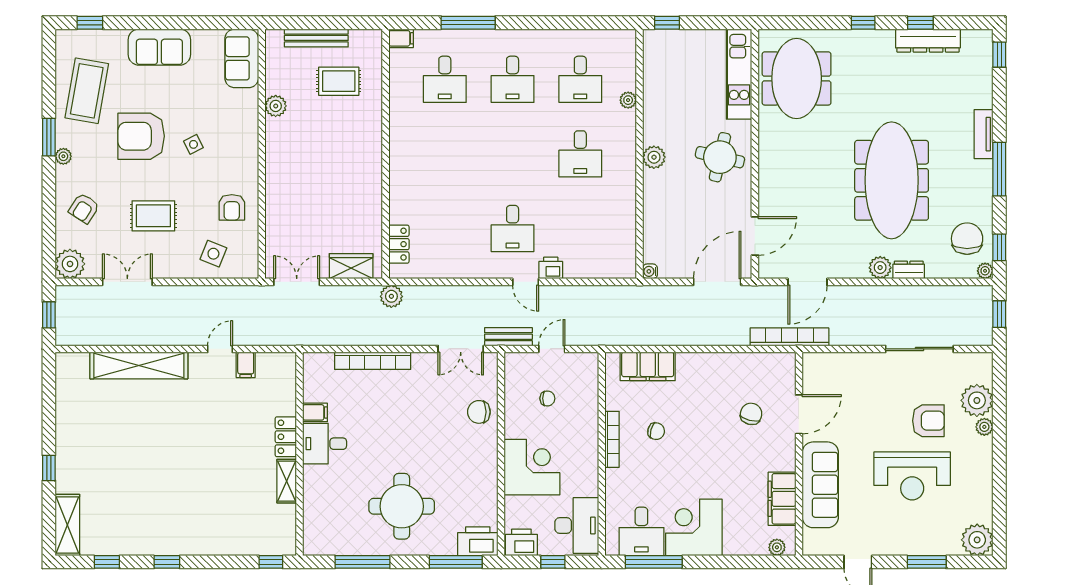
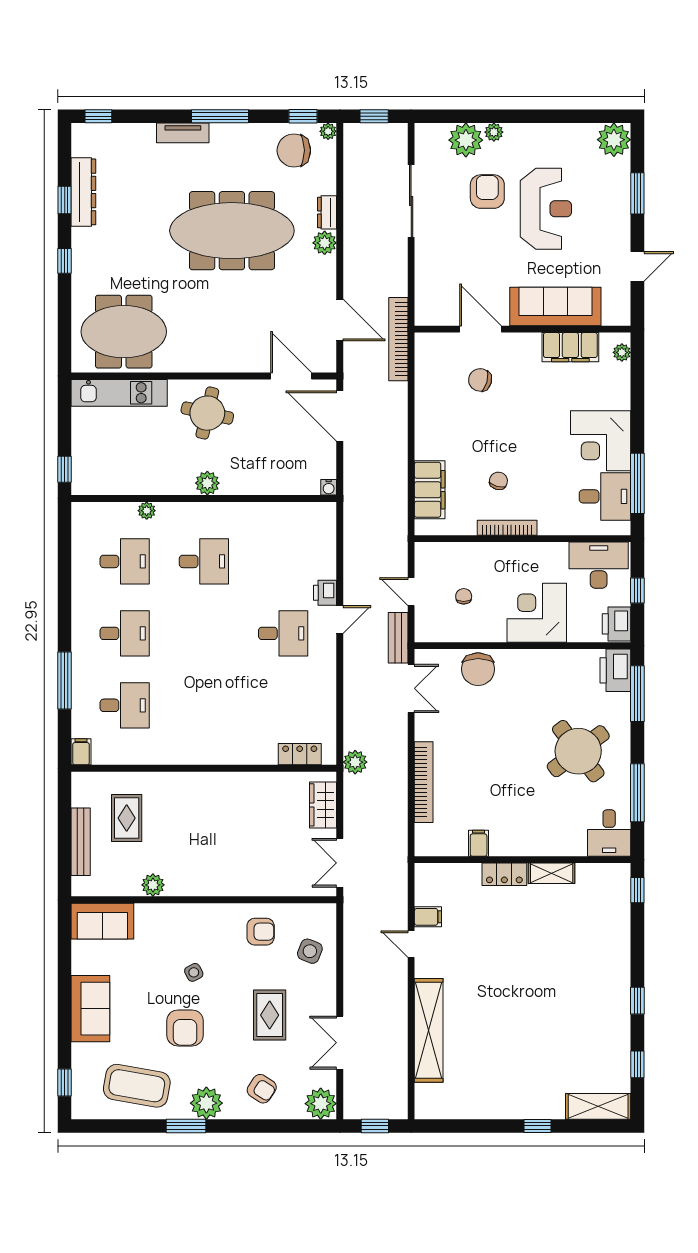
armchair: (141, 136) -> (185, 1028), width x0.73, depth x0.73
plant: (63, 156) -> (206, 1103), width x1.88, depth x1.88
chair: (479, 412) -> (478, 669), width x1.37, depth x1.37
desk: (325, 444) -> (609, 833), moved
round table: (402, 506) -> (578, 751), turned -37

